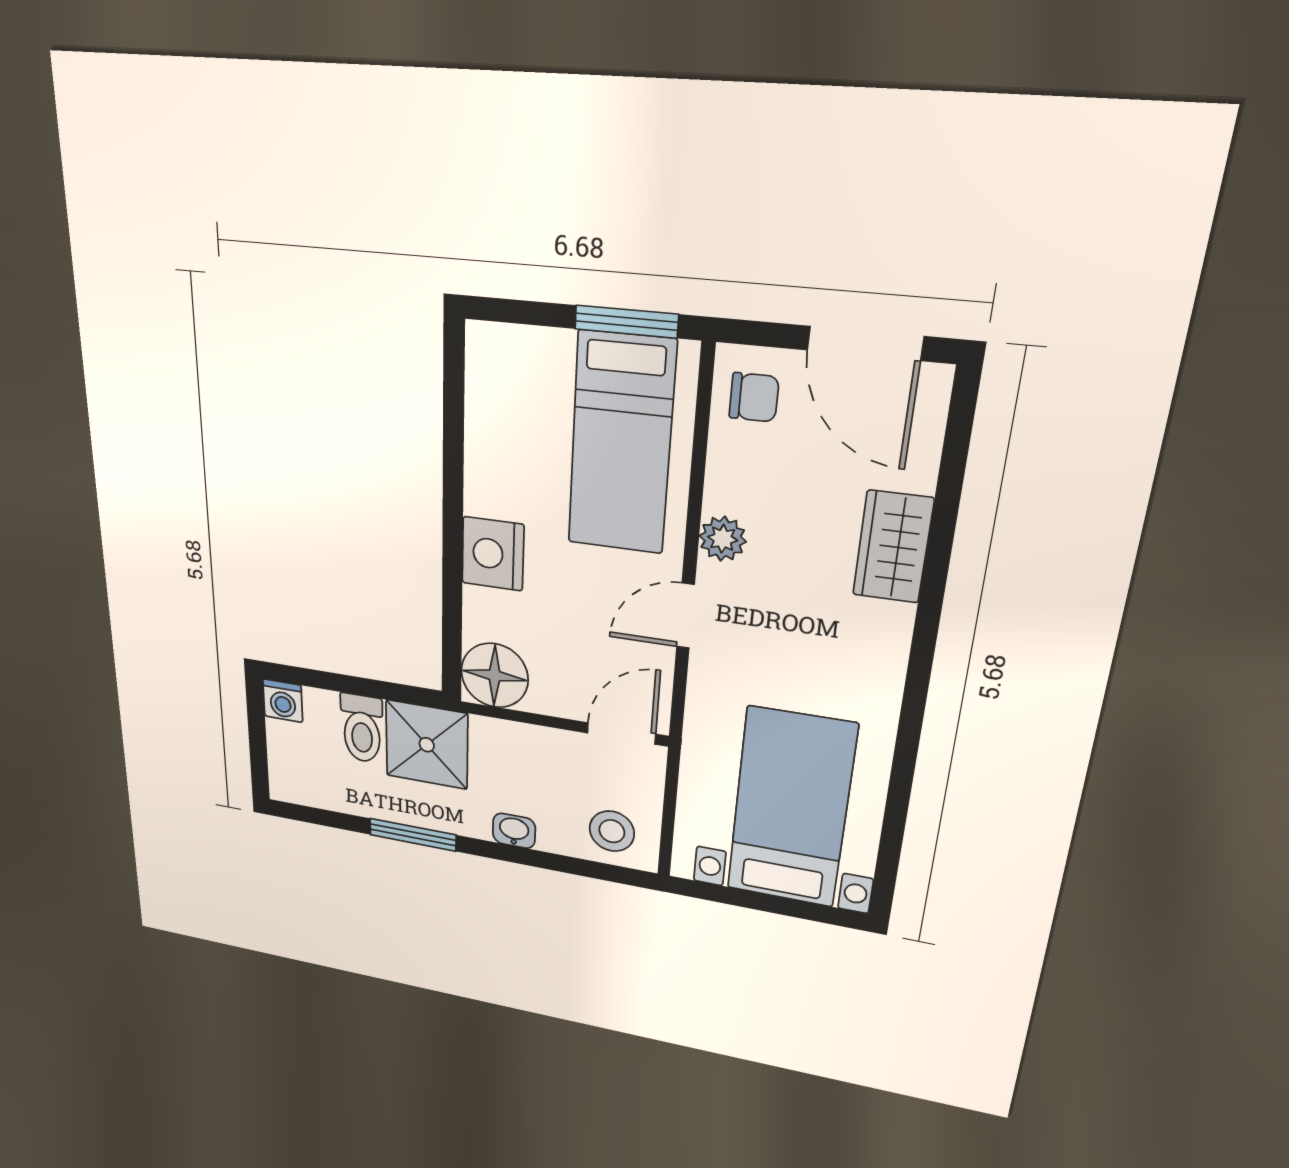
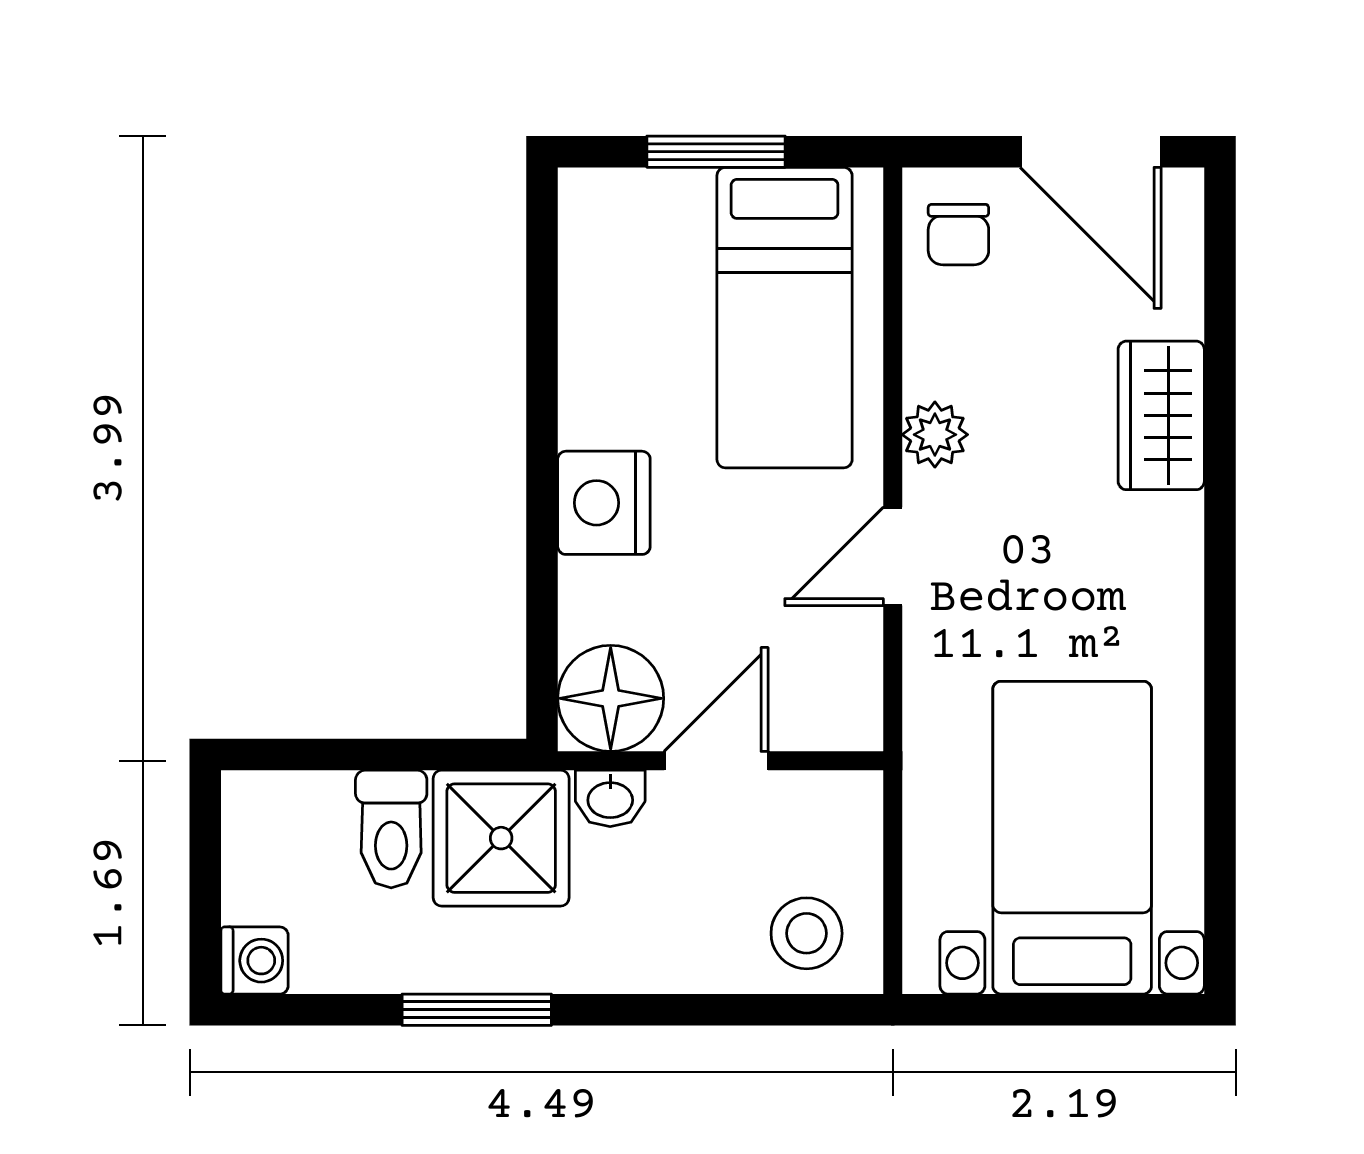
window: (626, 322) -> (716, 152), moved
chair: (754, 397) -> (958, 235), turned 90
washing machine: (283, 701) -> (255, 961), moved, turned -90
door: (621, 733) -> (716, 761), moved
washbasin: (514, 831) -> (610, 798), moved, turned 180

